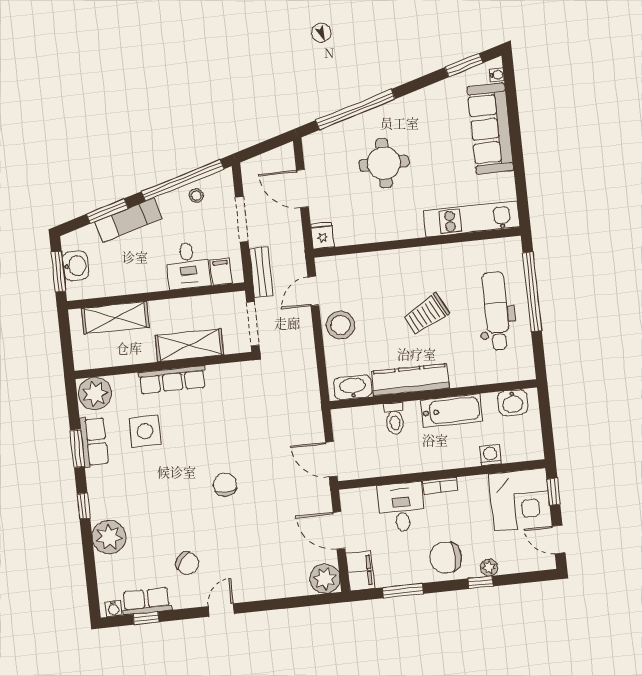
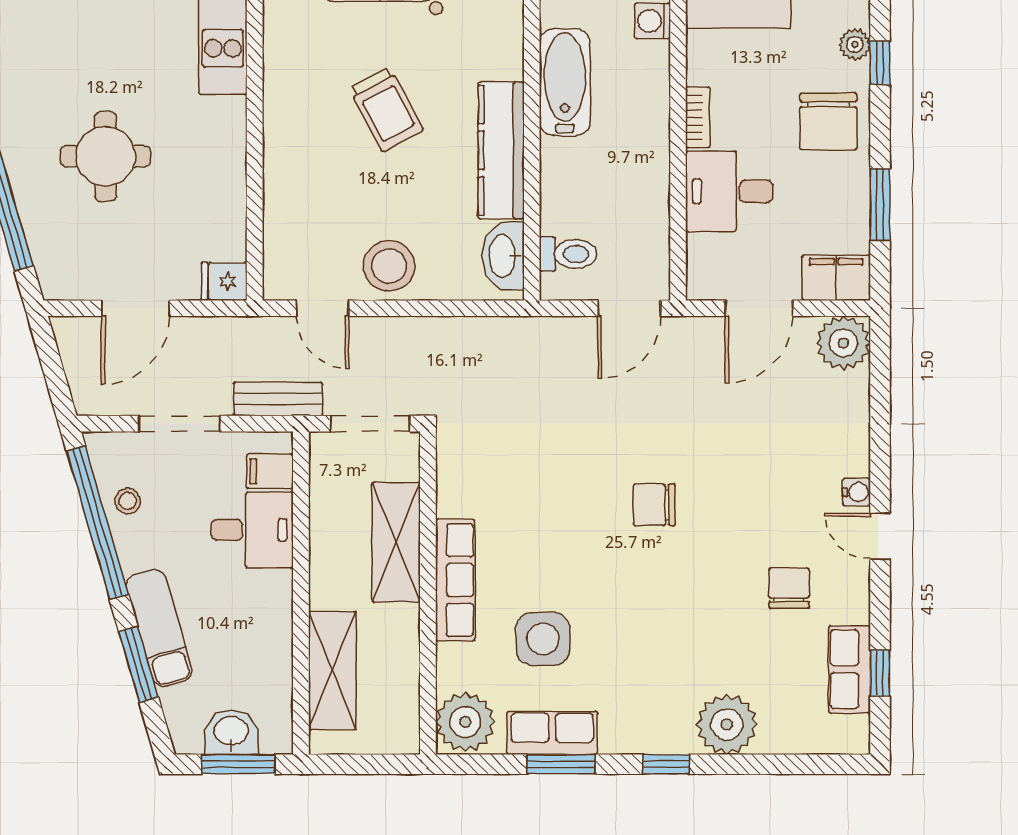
toilet: (395, 419) -> (568, 254), moved
chair: (187, 563) -> (789, 588), turned -39
water cooler: (113, 608) -> (856, 492), moved

